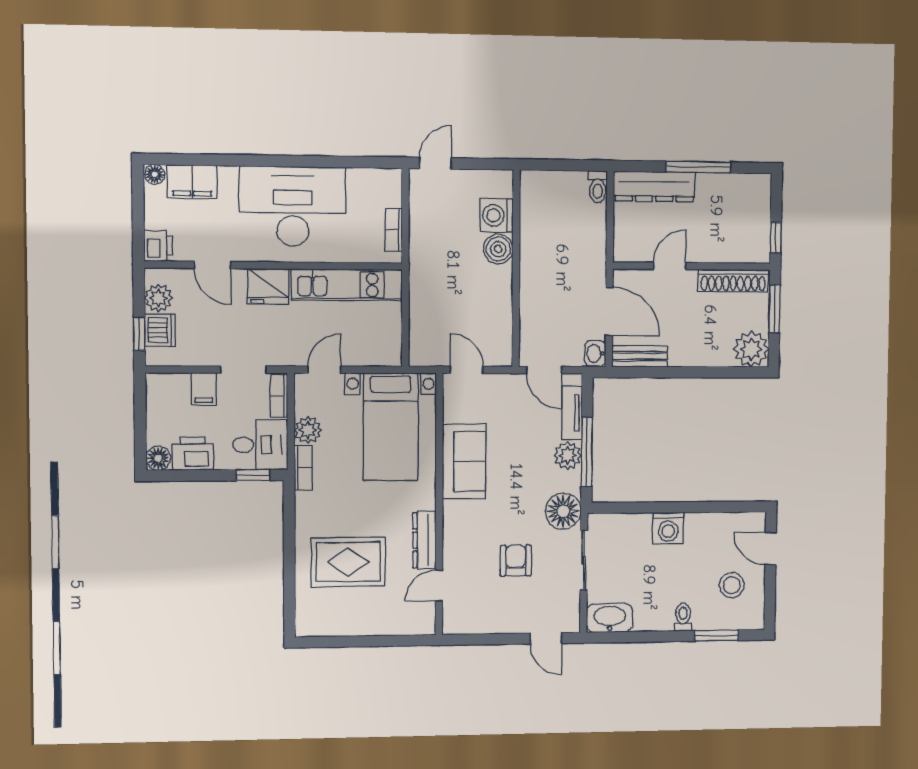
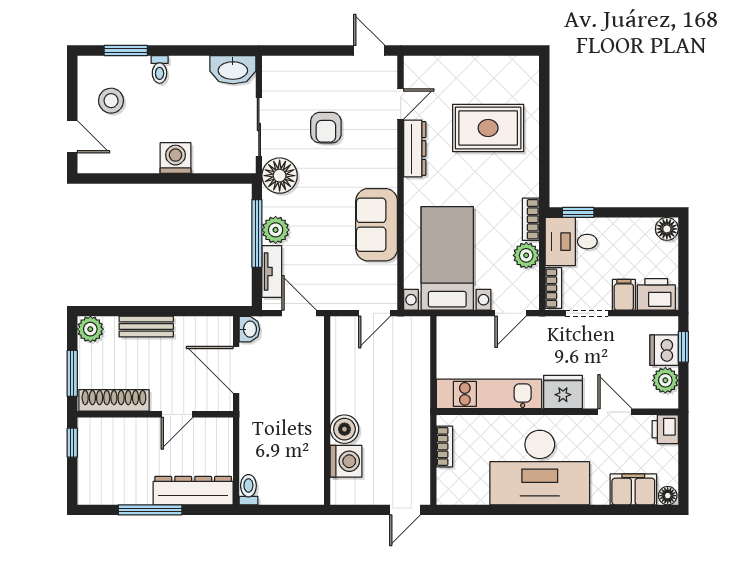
plant: (751, 349) -> (90, 329), width x0.73, depth x0.73
bench: (640, 356) -> (146, 327), moved
door: (467, 370) -> (374, 313), hinge flipped
printer: (193, 454) -> (656, 294), moved, turned 180
door: (546, 638) -> (369, 51), moved

